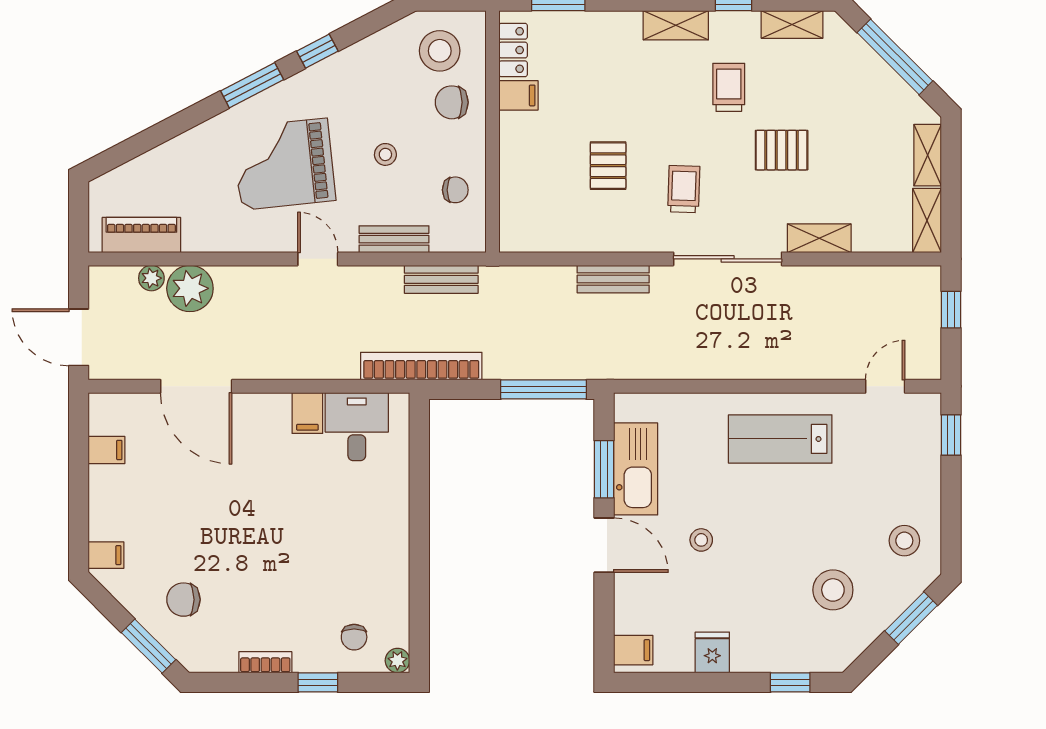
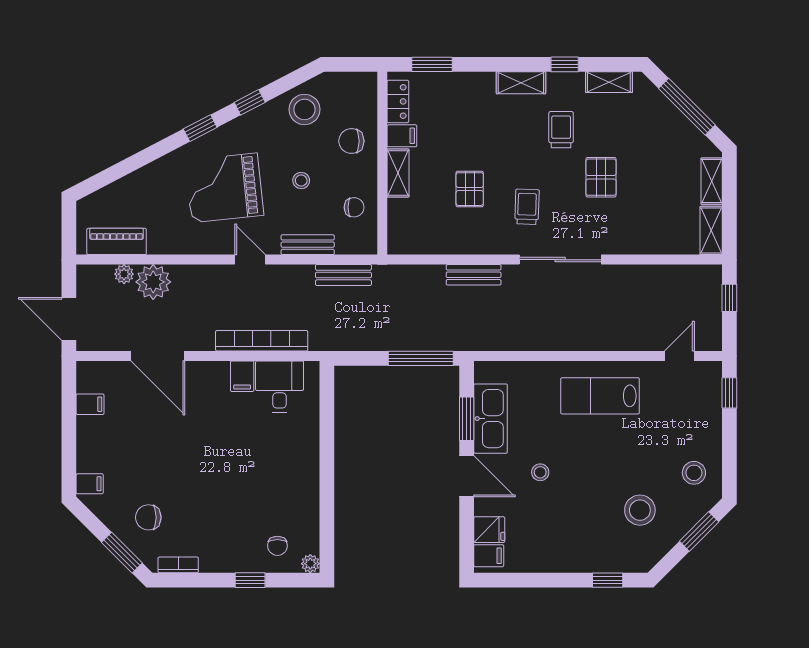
stool: (440, 51) -> (304, 109), moved
window: (252, 85) -> (200, 128), width x0.67
pallet: (782, 150) -> (601, 177), turned 90
shelving: (819, 238) -> (398, 173), moved, turned 90
bookcase: (421, 366) -> (262, 341), moved
fridge: (712, 652) -> (489, 530), moved, turned 90
bookcase: (265, 662) -> (178, 565), moved

